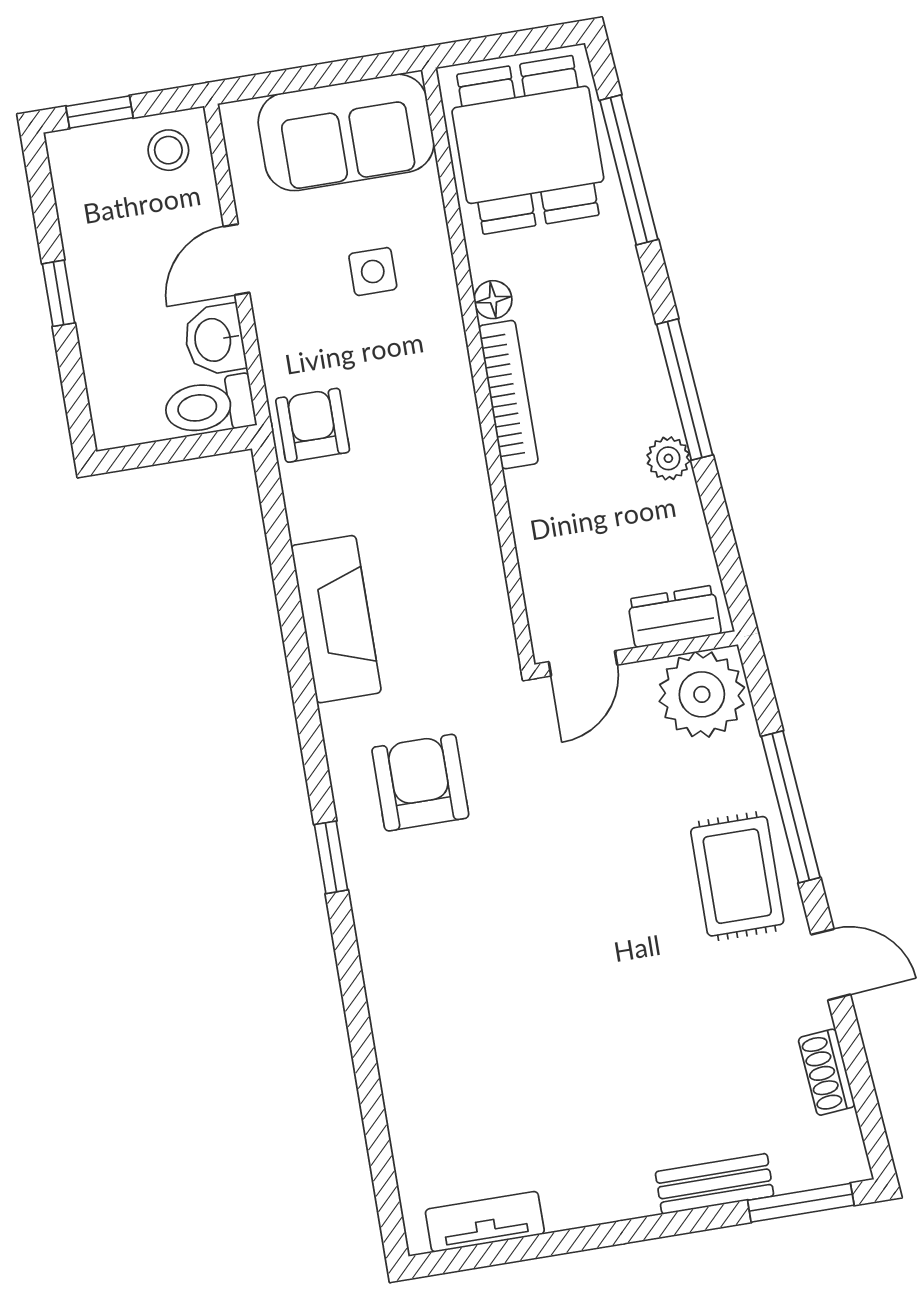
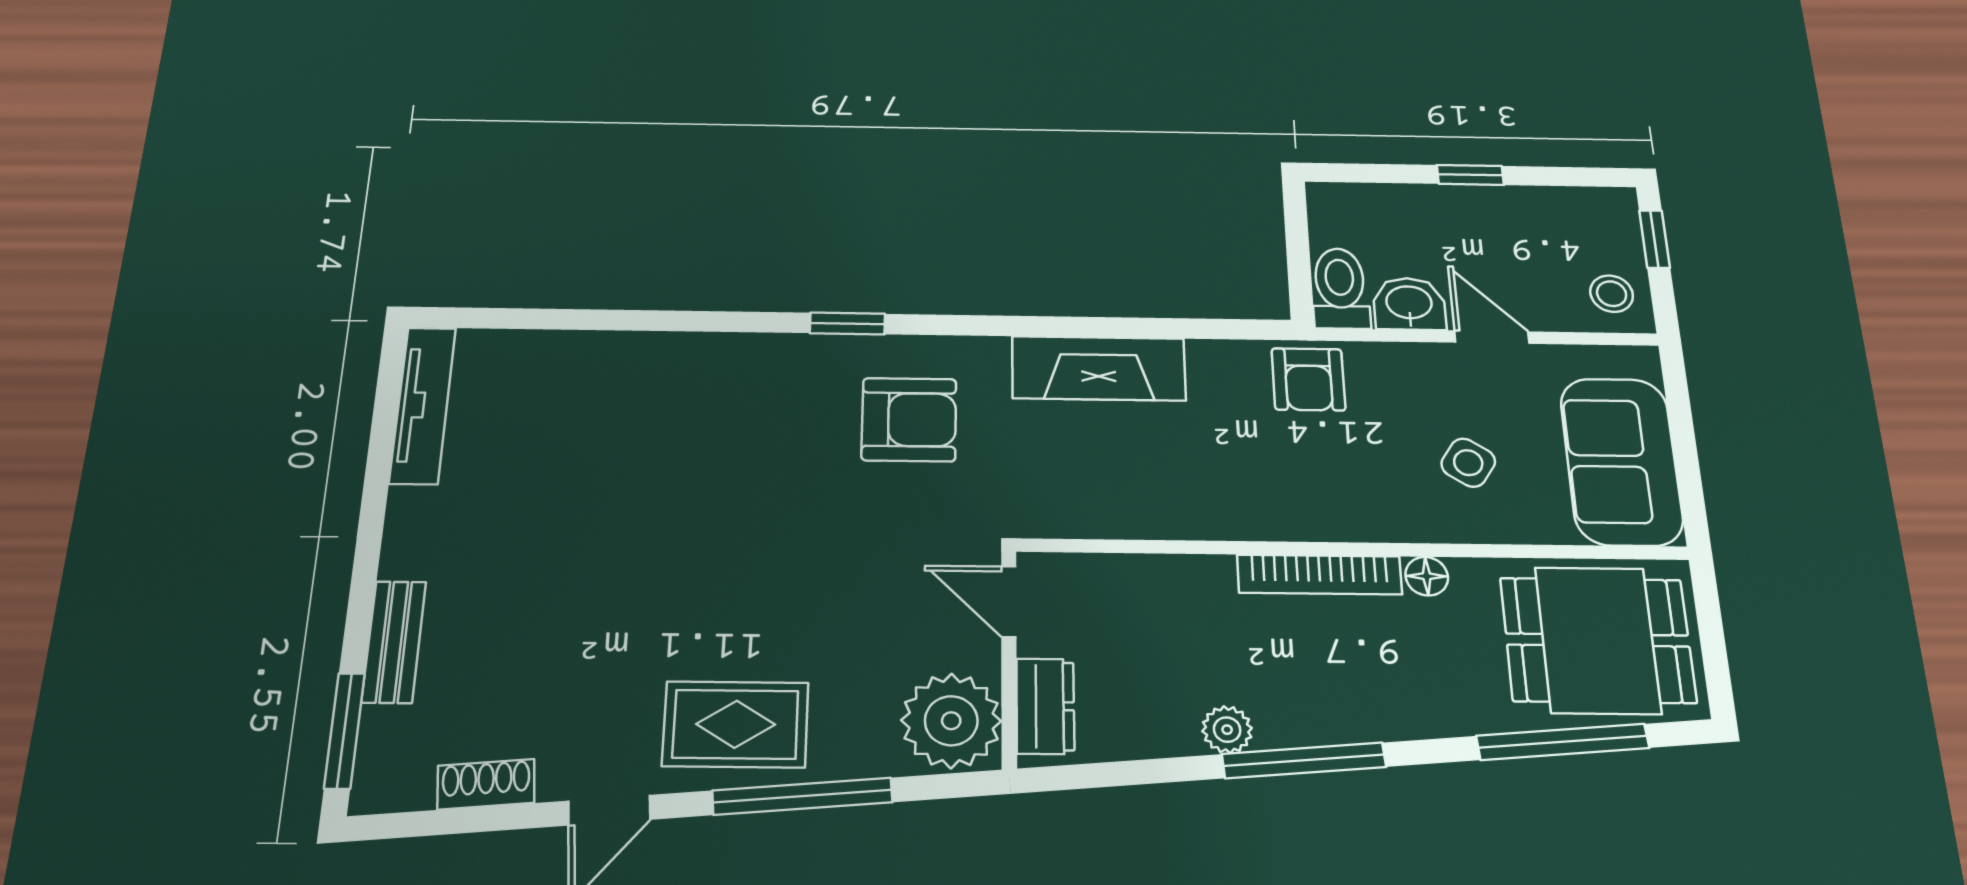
side table: (373, 272) -> (1468, 463), turned 33
armchair: (313, 425) -> (1308, 379), turned 90
tv unit: (485, 1222) -> (423, 405), width x1.41

